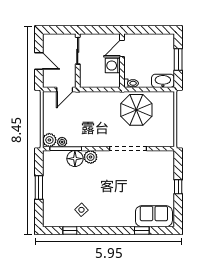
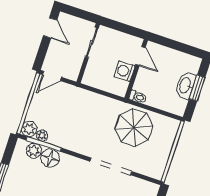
door: (122, 49) -> (140, 56), swing flipped
door: (39, 61) -> (50, 28), moved
washbasin: (163, 81) -> (185, 85), moved, turned -90
door: (65, 90) -> (52, 76), moved
plant: (91, 157) -> (34, 151), moved

